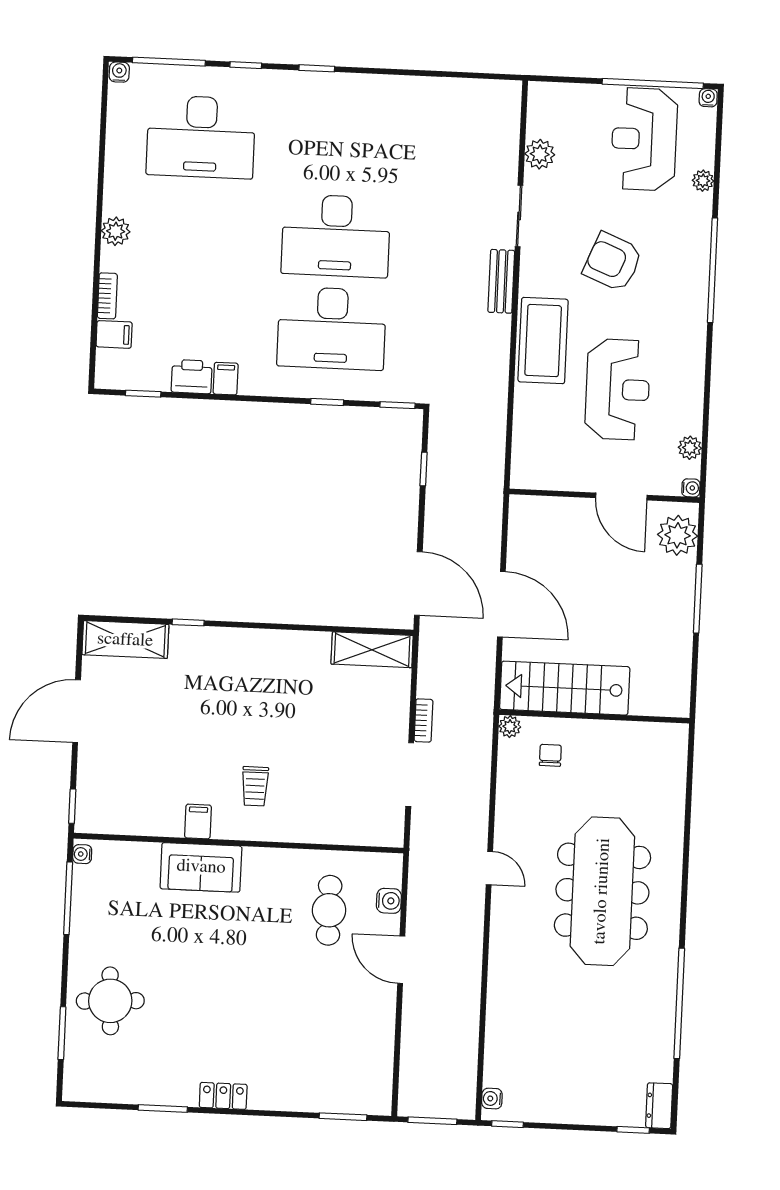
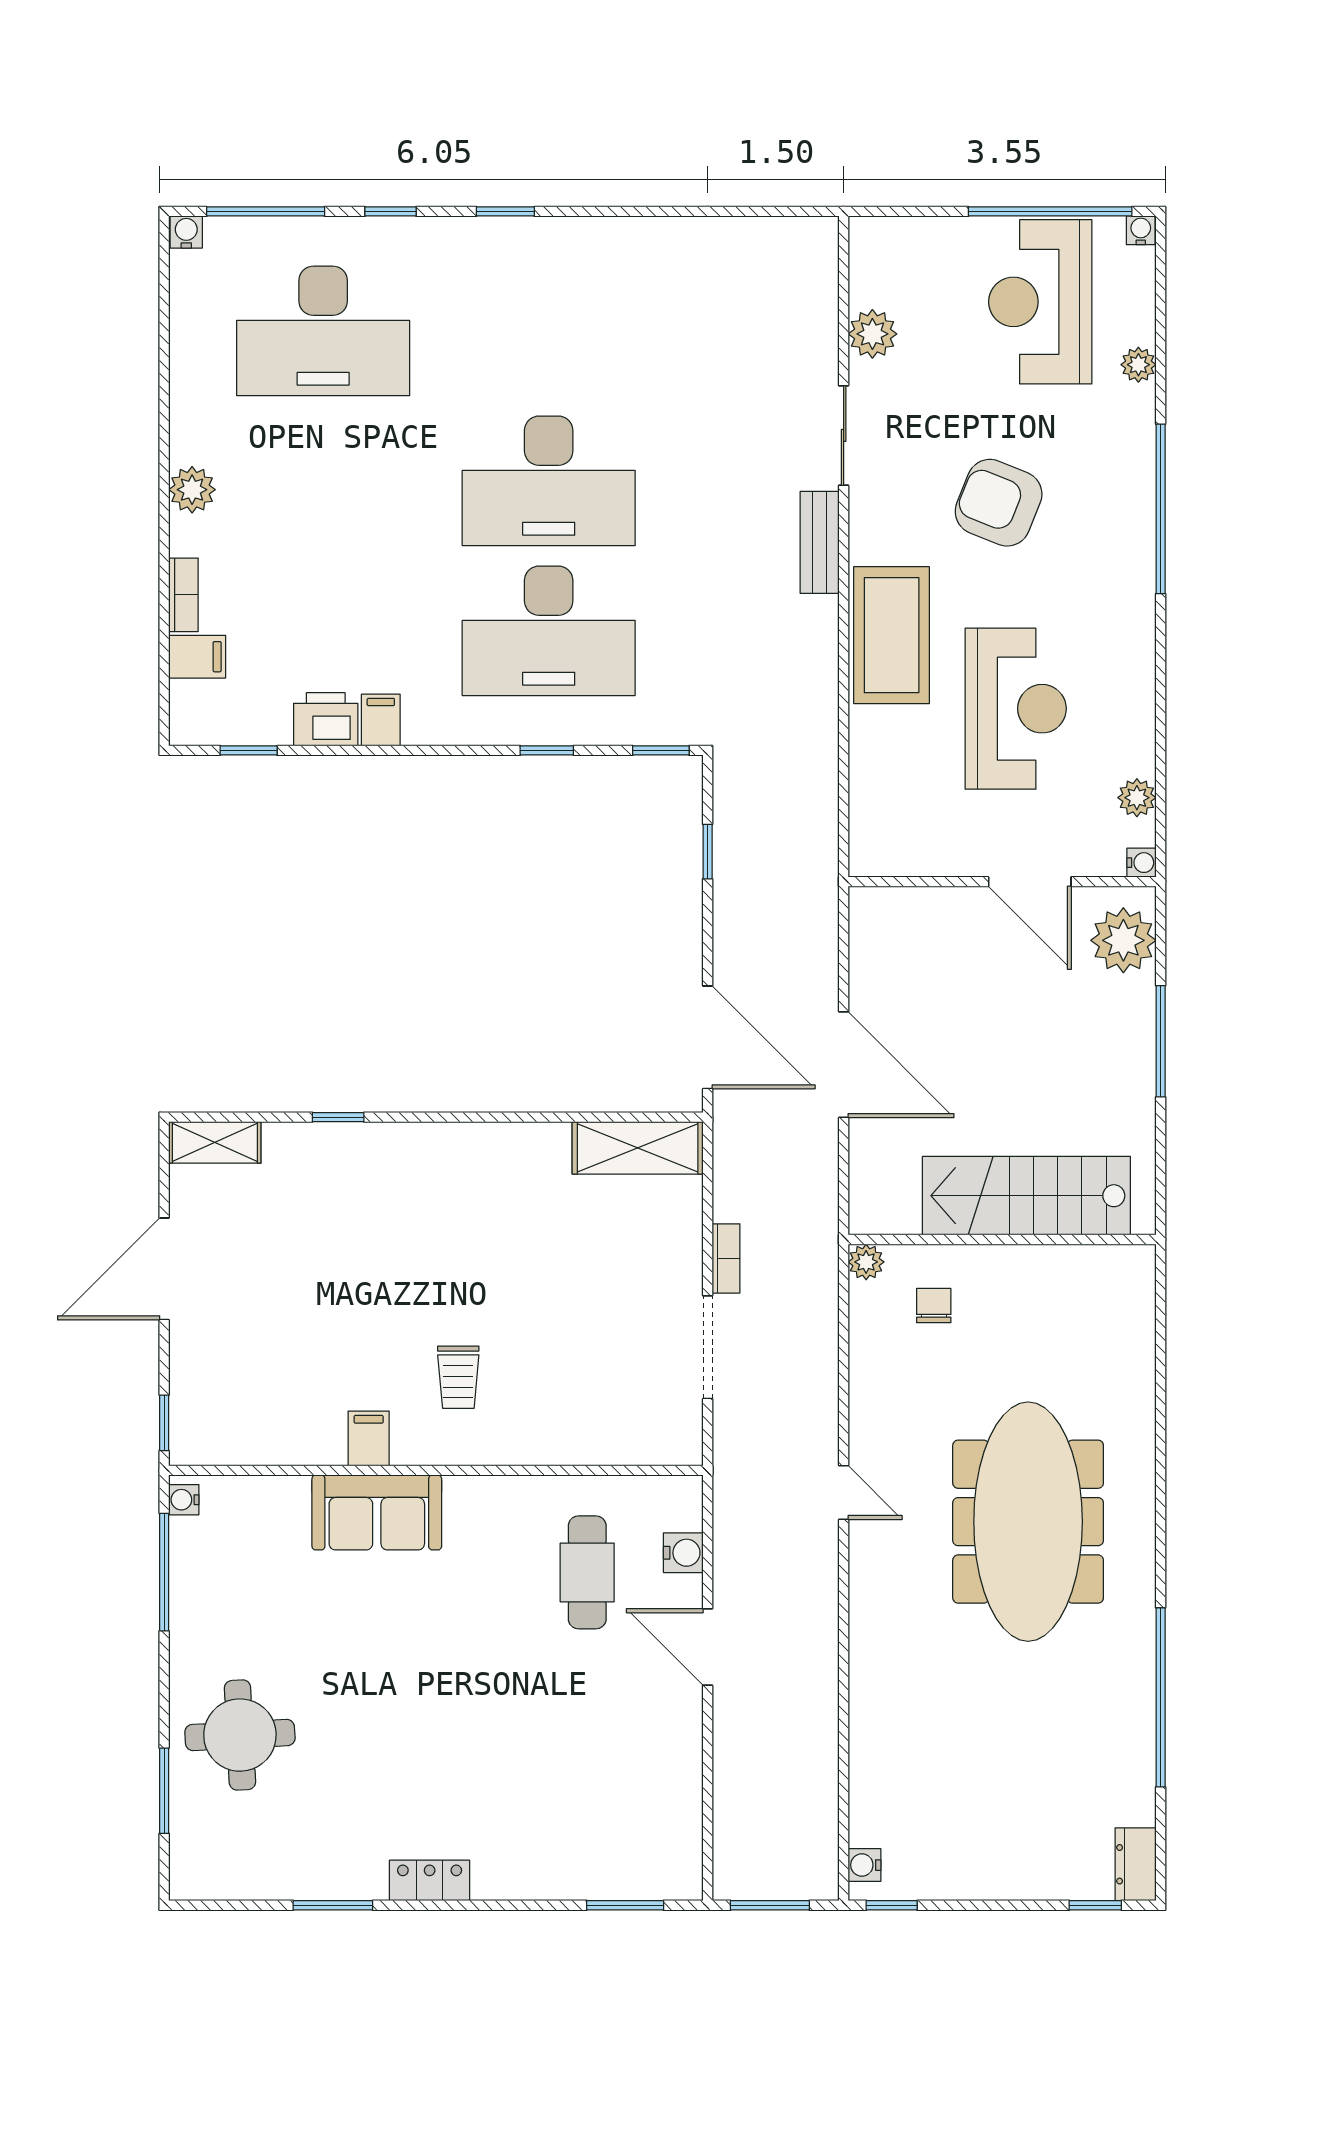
shelving: (125, 640) -> (215, 1142), width x0.67, depth x0.75
stairs: (565, 688) -> (1026, 1196), moved

